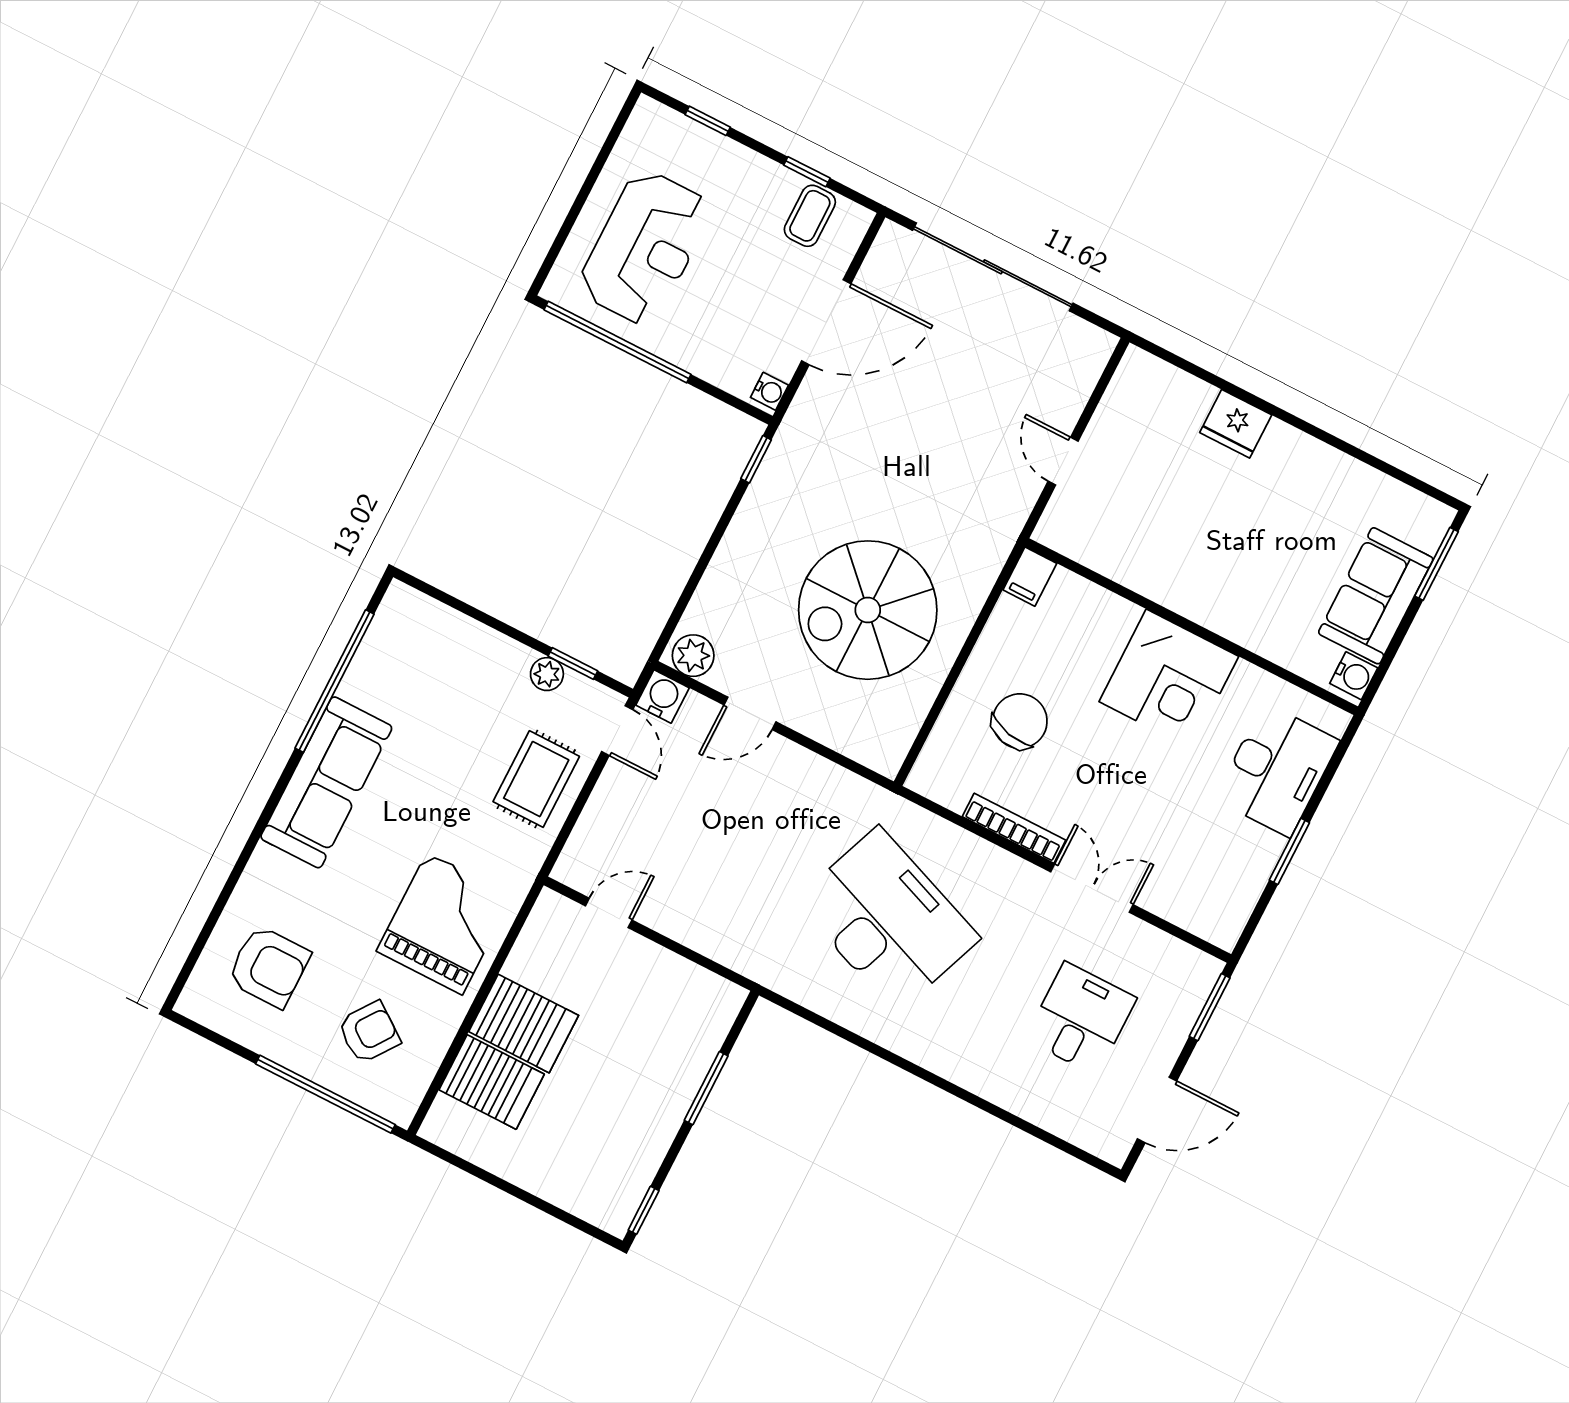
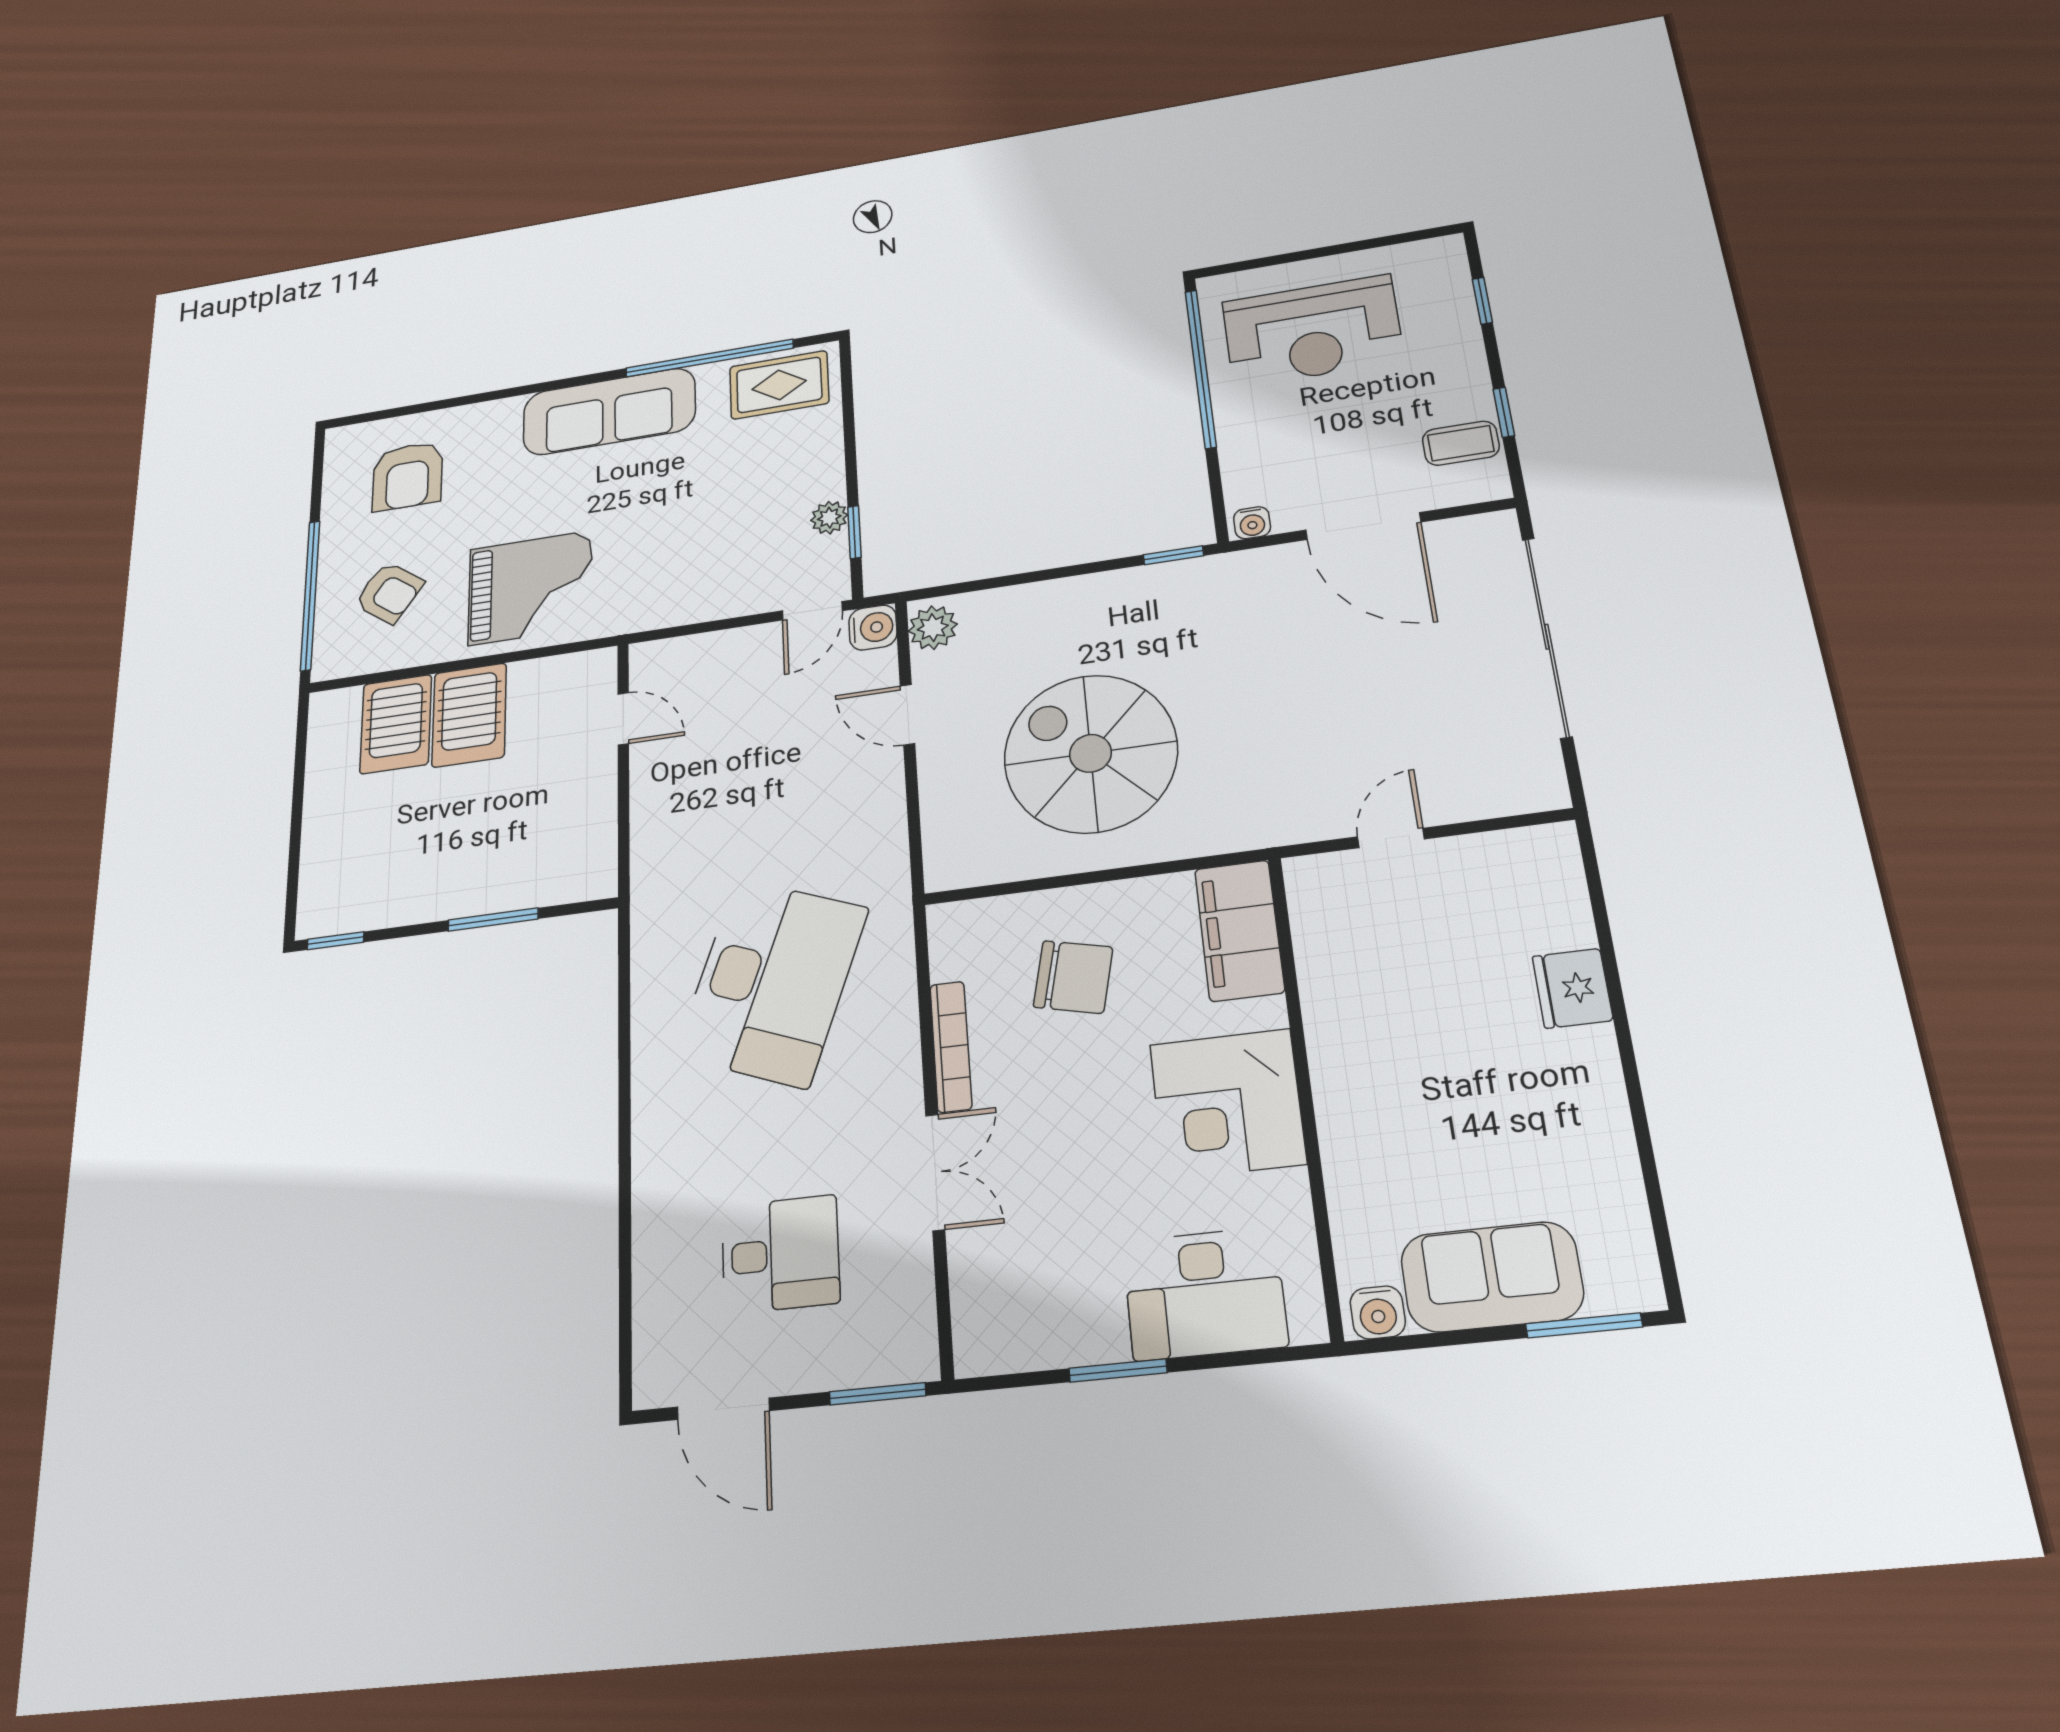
filing cabinet: (1030, 577) -> (1239, 930), width x3.00, depth x1.17
rug: (536, 779) -> (779, 385), moved

